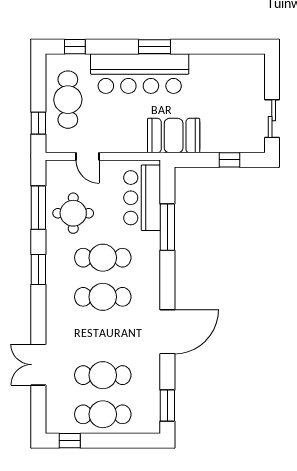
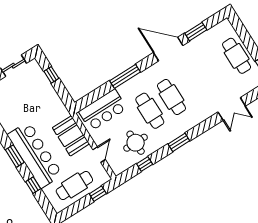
window: (75, 47) -> (33, 185), moved
booth: (174, 136) -> (71, 136), moved
window: (38, 208) -> (145, 164), width x0.46
window: (167, 227) -> (125, 76), moved
cafe table: (103, 375) -> (215, 70), removed
window: (167, 405) -> (196, 32), moved

